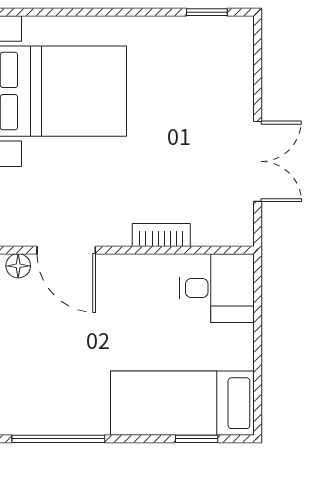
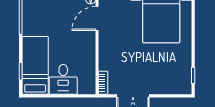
bookcase: (161, 235) -> (103, 83), moved
desk: (217, 288) -> (63, 79), moved

